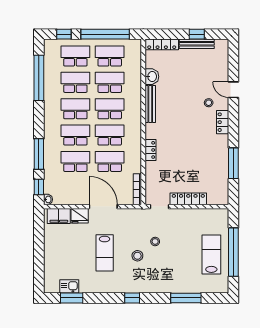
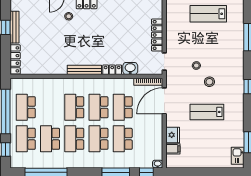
washbasin: (152, 77) -> (130, 69), moved
school desk: (110, 82) -> (50, 107), removed
bench: (150, 104) -> (84, 70), moved
door: (103, 207) -> (164, 101), moved
filing cabinet: (59, 216) -> (173, 149), width x0.50
lab bench: (105, 253) -> (207, 112), turned 180
kitchen sink: (69, 286) -> (238, 156), moved

